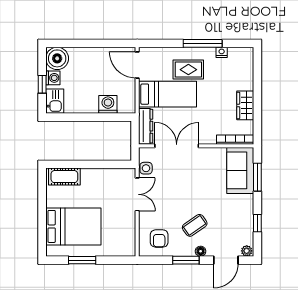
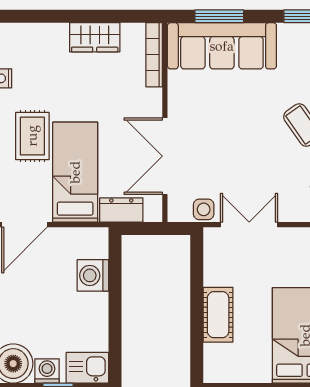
dresser: (146, 126) -> (121, 210), width x0.70
sofa: (240, 170) -> (222, 46), width x1.36
cot: (64, 177) -> (218, 315), moved

